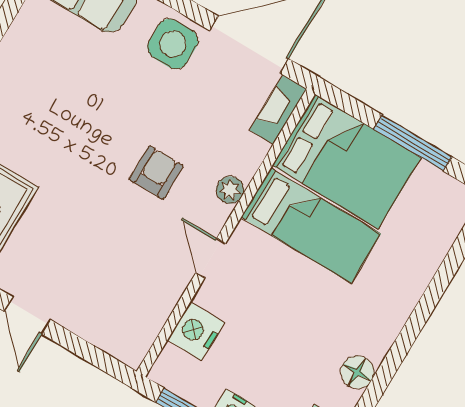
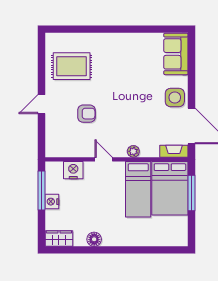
window: (413, 143) -> (192, 193), moved
armchair: (156, 173) -> (86, 114), moved
door: (211, 258) -> (104, 159), hinge flipped

